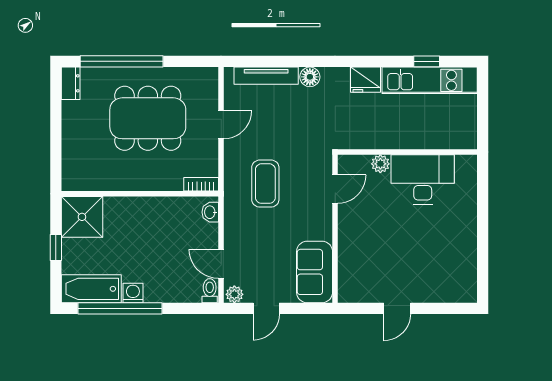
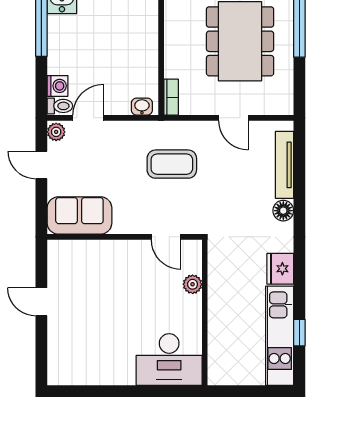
desk: (423, 179) -> (169, 359), moved, turned 90
washing machine: (133, 293) -> (58, 86), moved

